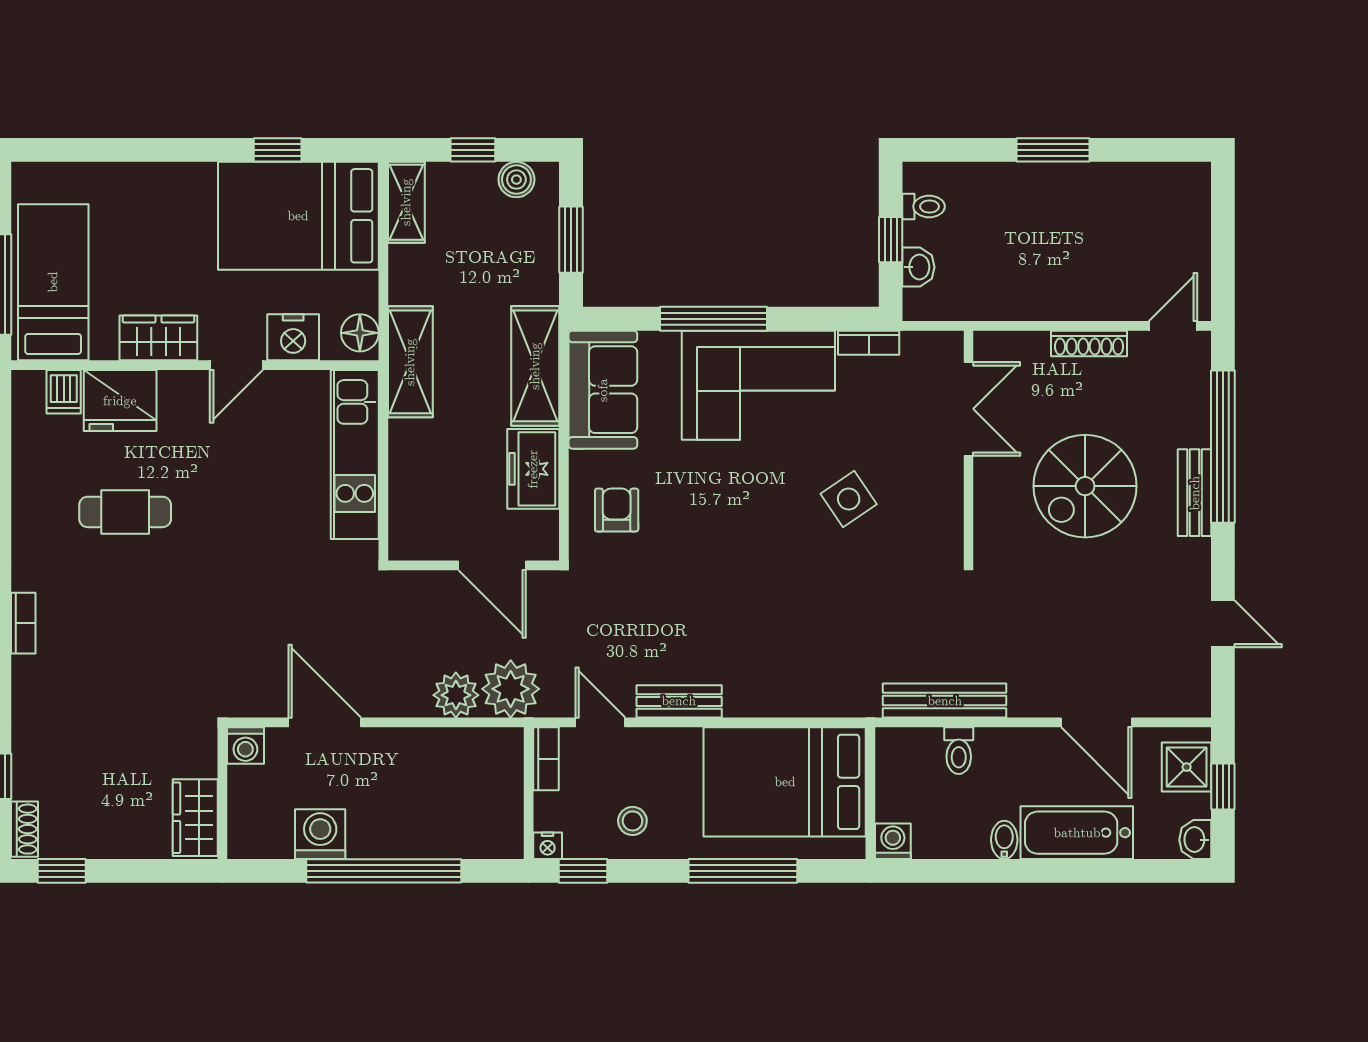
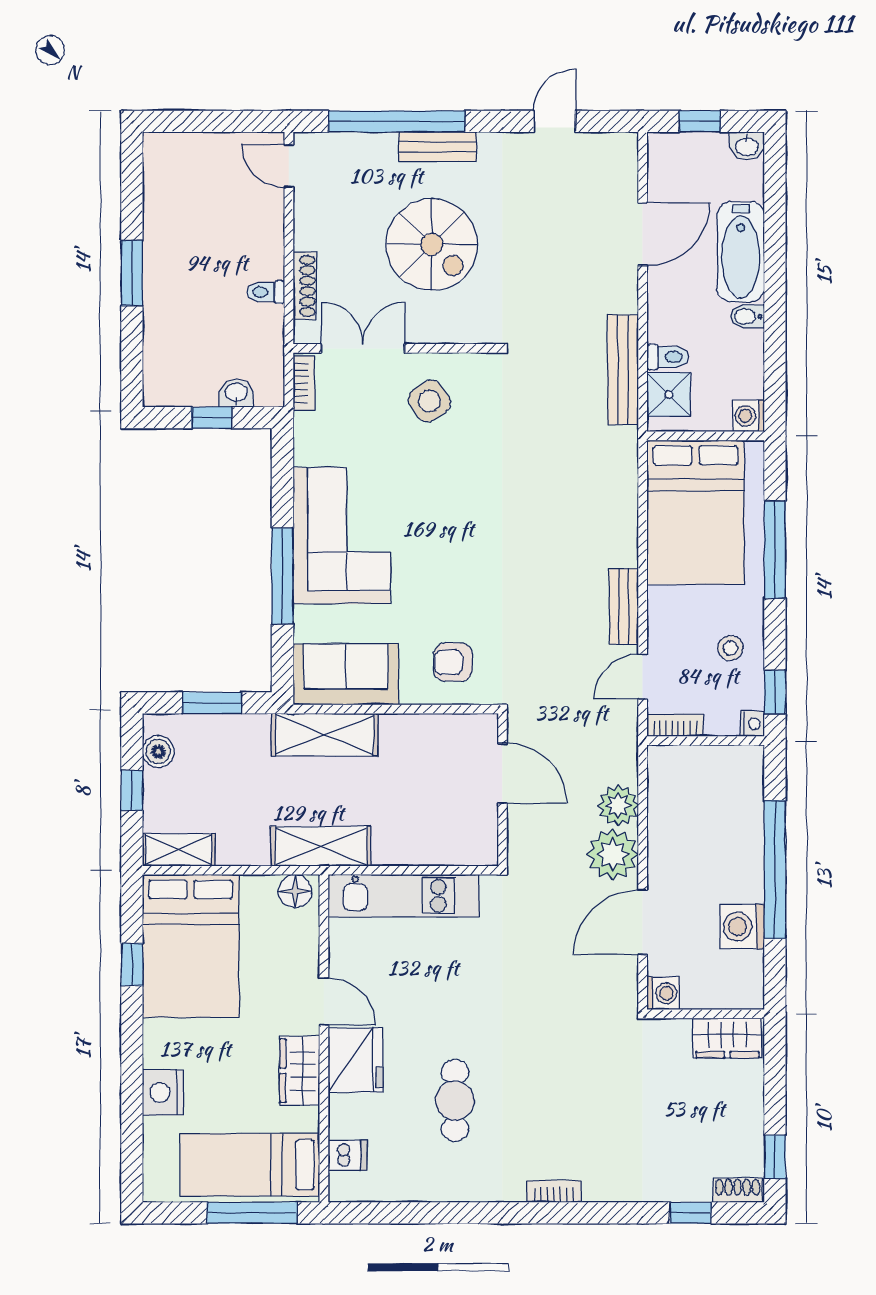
toilet: (924, 206) -> (266, 292), moved, turned -90
nightstand: (293, 337) -> (163, 1093), moved, turned 180
bookcase: (869, 343) -> (304, 383), moved
shoe rack: (1089, 343) -> (304, 286), moved
fridge: (120, 401) -> (355, 1060), moved
freezer: (533, 469) -> (416, 737), removed
side table: (849, 499) -> (429, 401), moved
door: (492, 565) -> (502, 773), hinge flipped
plant: (511, 689) -> (613, 854), moved
shower: (1187, 767) -> (669, 395), moved

